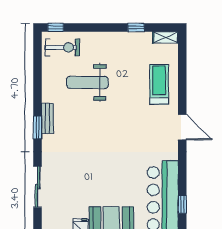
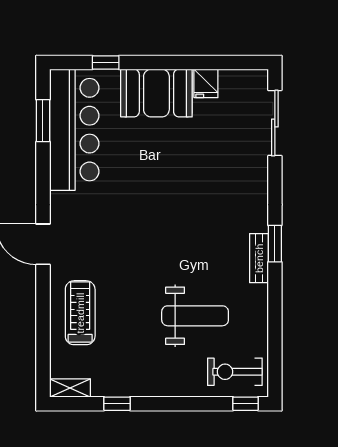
treadmill: (159, 84) -> (80, 313), turned 180
sliding door: (37, 187) -> (275, 123), moved
window: (182, 204) -> (43, 121), width x1.50

